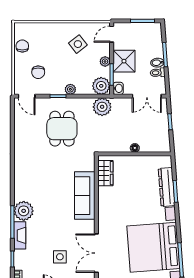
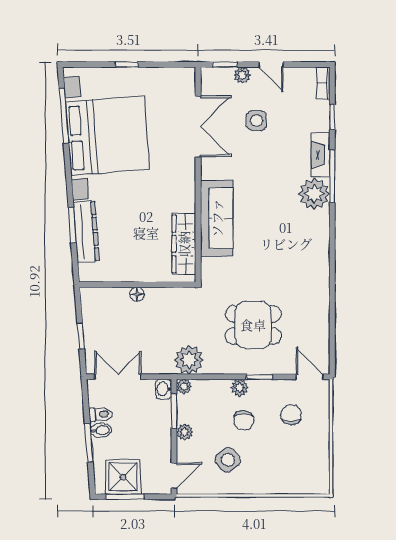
chair: (22, 46) -> (244, 420), moved
shower: (124, 61) -> (123, 477), moved
plant: (101, 86) -> (184, 387), width x0.53, depth x0.53
dining table: (62, 129) -> (253, 325), turned 90
wardrobe: (105, 173) -> (184, 244), width x1.50

